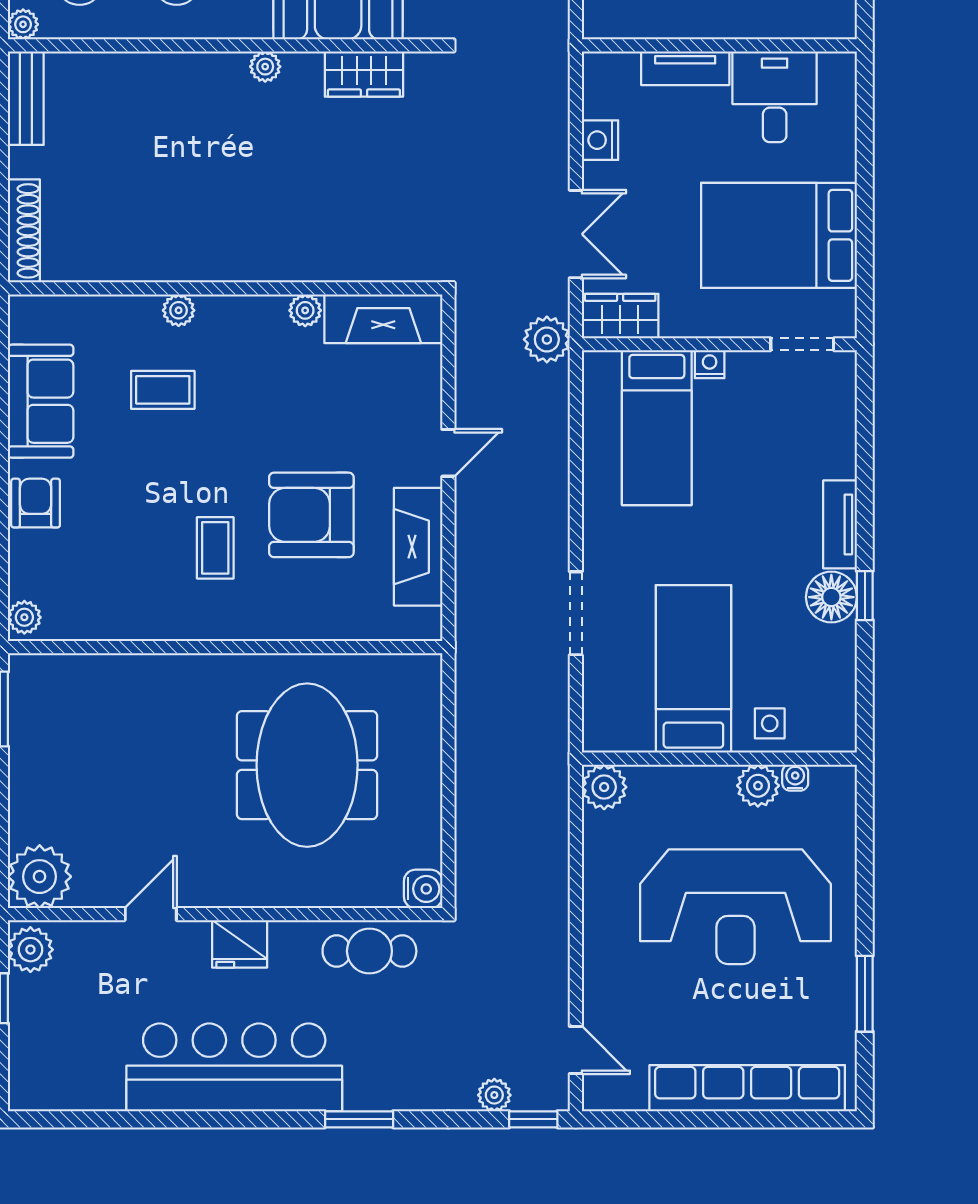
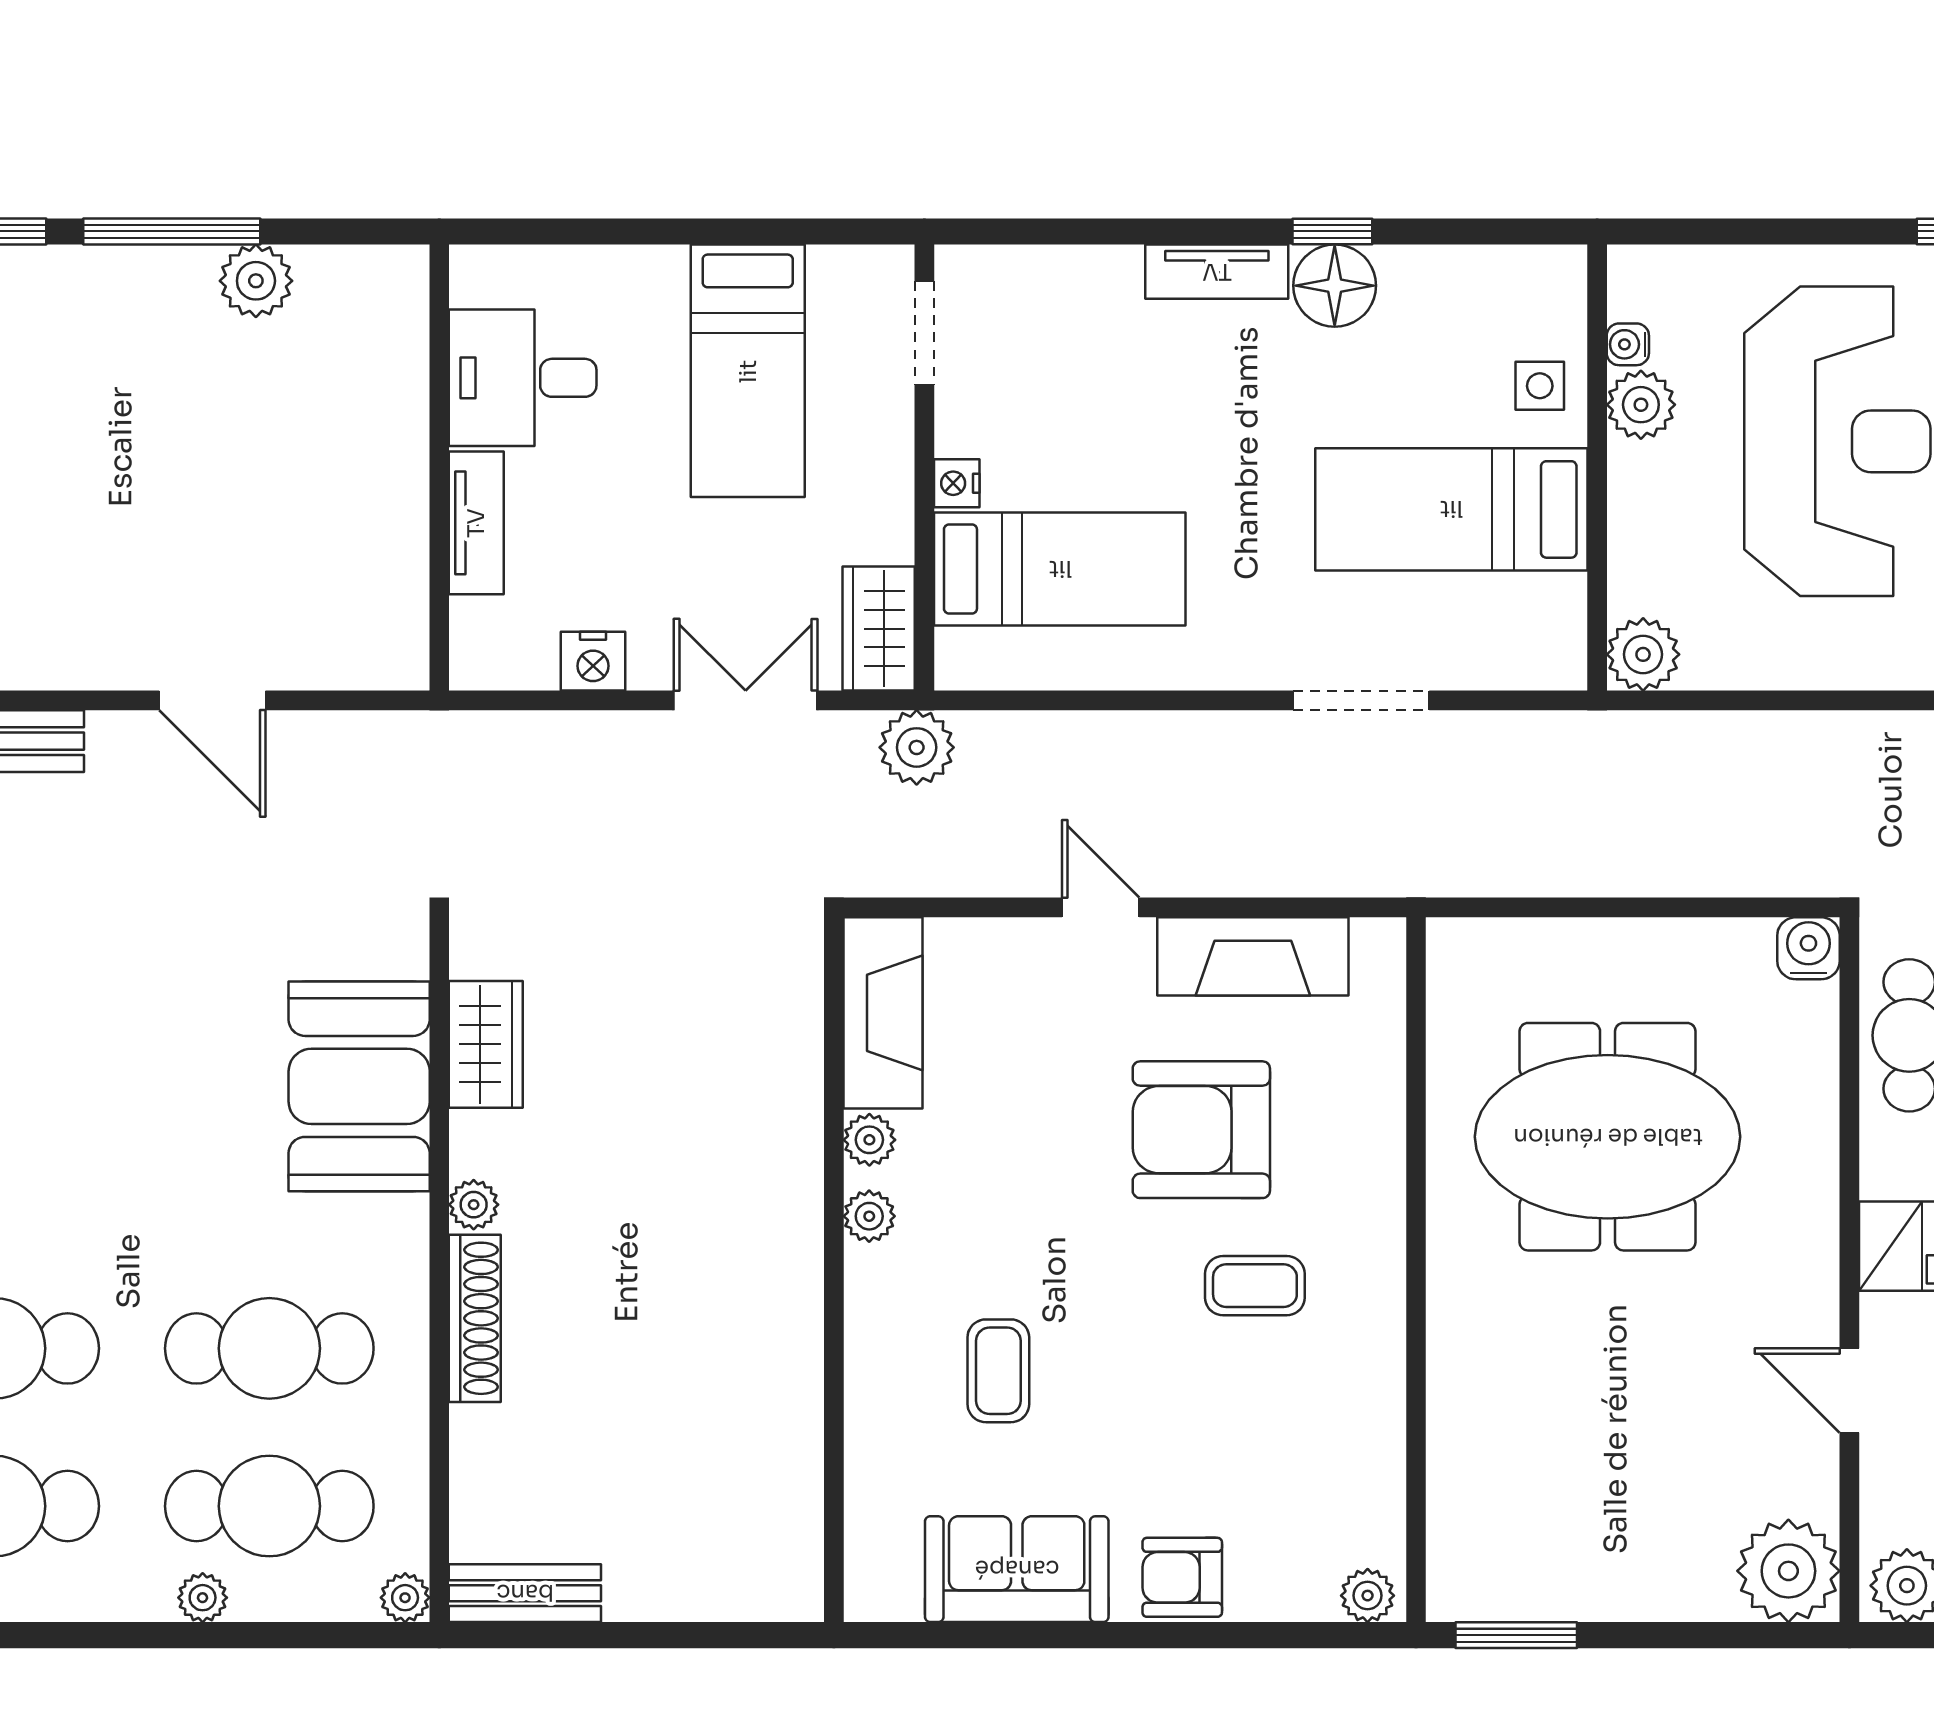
shoe rack: (24, 231) -> (475, 1318), moved, turned 90
bed: (779, 235) -> (748, 371), width x0.67
plant: (179, 310) -> (869, 1216), moved
armchair: (311, 515) -> (1201, 1130), turned 90

